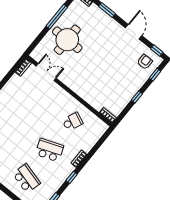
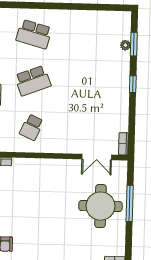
window: (57, 17) -> (130, 203), moved

